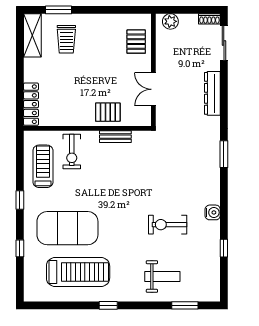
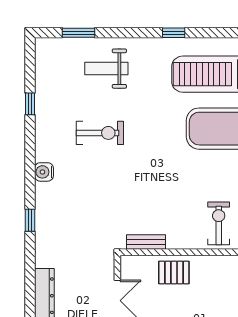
bench: (115, 137) -> (146, 242), moved
window: (224, 154) -> (30, 220), width x0.67
water cooler: (213, 212) -> (44, 172), moved

